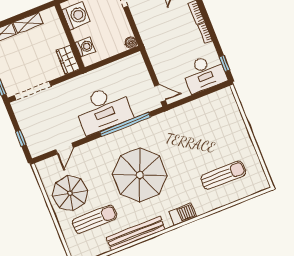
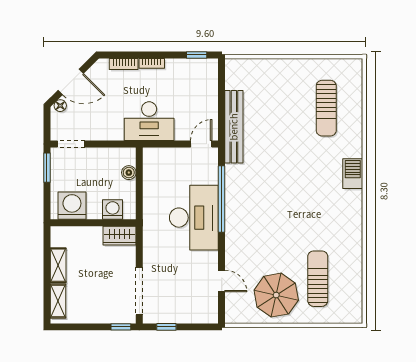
boiler: (131, 43) -> (129, 173), moved
desk: (204, 73) -> (149, 121), moved, turned 90
window: (21, 138) -> (166, 327), moved
parasol: (140, 175) -> (287, 205), removed
sun lounger: (223, 175) -> (326, 108), turned 180
bench: (136, 233) -> (234, 127), moved

